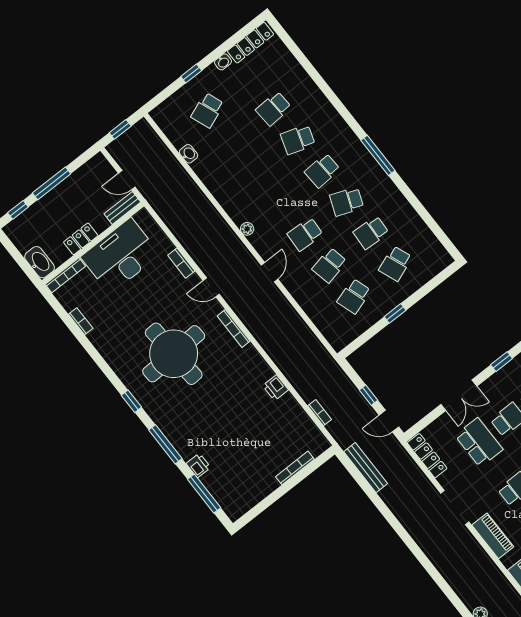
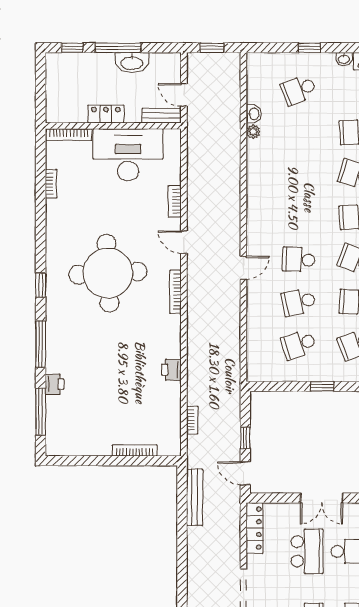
plant: (247, 229) -> (253, 132), moved
washbasin: (40, 262) -> (132, 63), moved, turned 90

